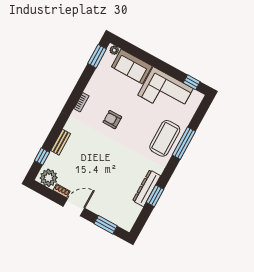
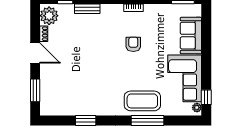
plant: (114, 50) -> (197, 108), moved
dresser: (147, 188) -> (88, 109), removed

